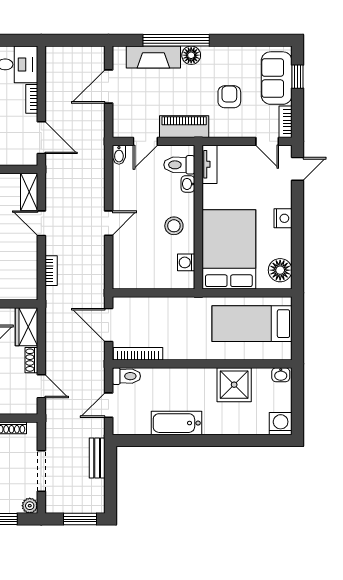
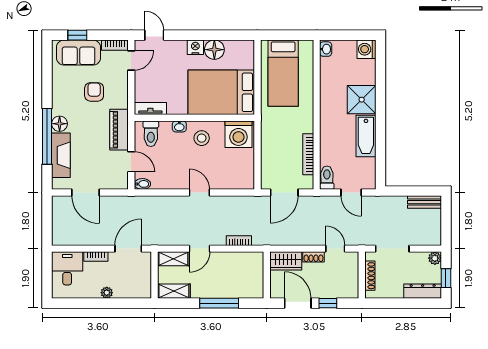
armchair: (229, 97) -> (94, 92), turned 90
washbasin: (188, 184) -> (179, 126), moved
washing machine: (186, 262) -> (238, 134), width x1.89, depth x1.89
floor lamp: (280, 270) -> (214, 50), moved
bookcase: (138, 354) -> (308, 154), moved
shower: (234, 385) -> (362, 100), moved
door: (41, 386) -> (335, 249), hinge flipped
bench: (97, 458) -> (424, 202), moved
doorway: (41, 471) -> (392, 249), moved
window: (80, 519) -> (446, 216), removed

